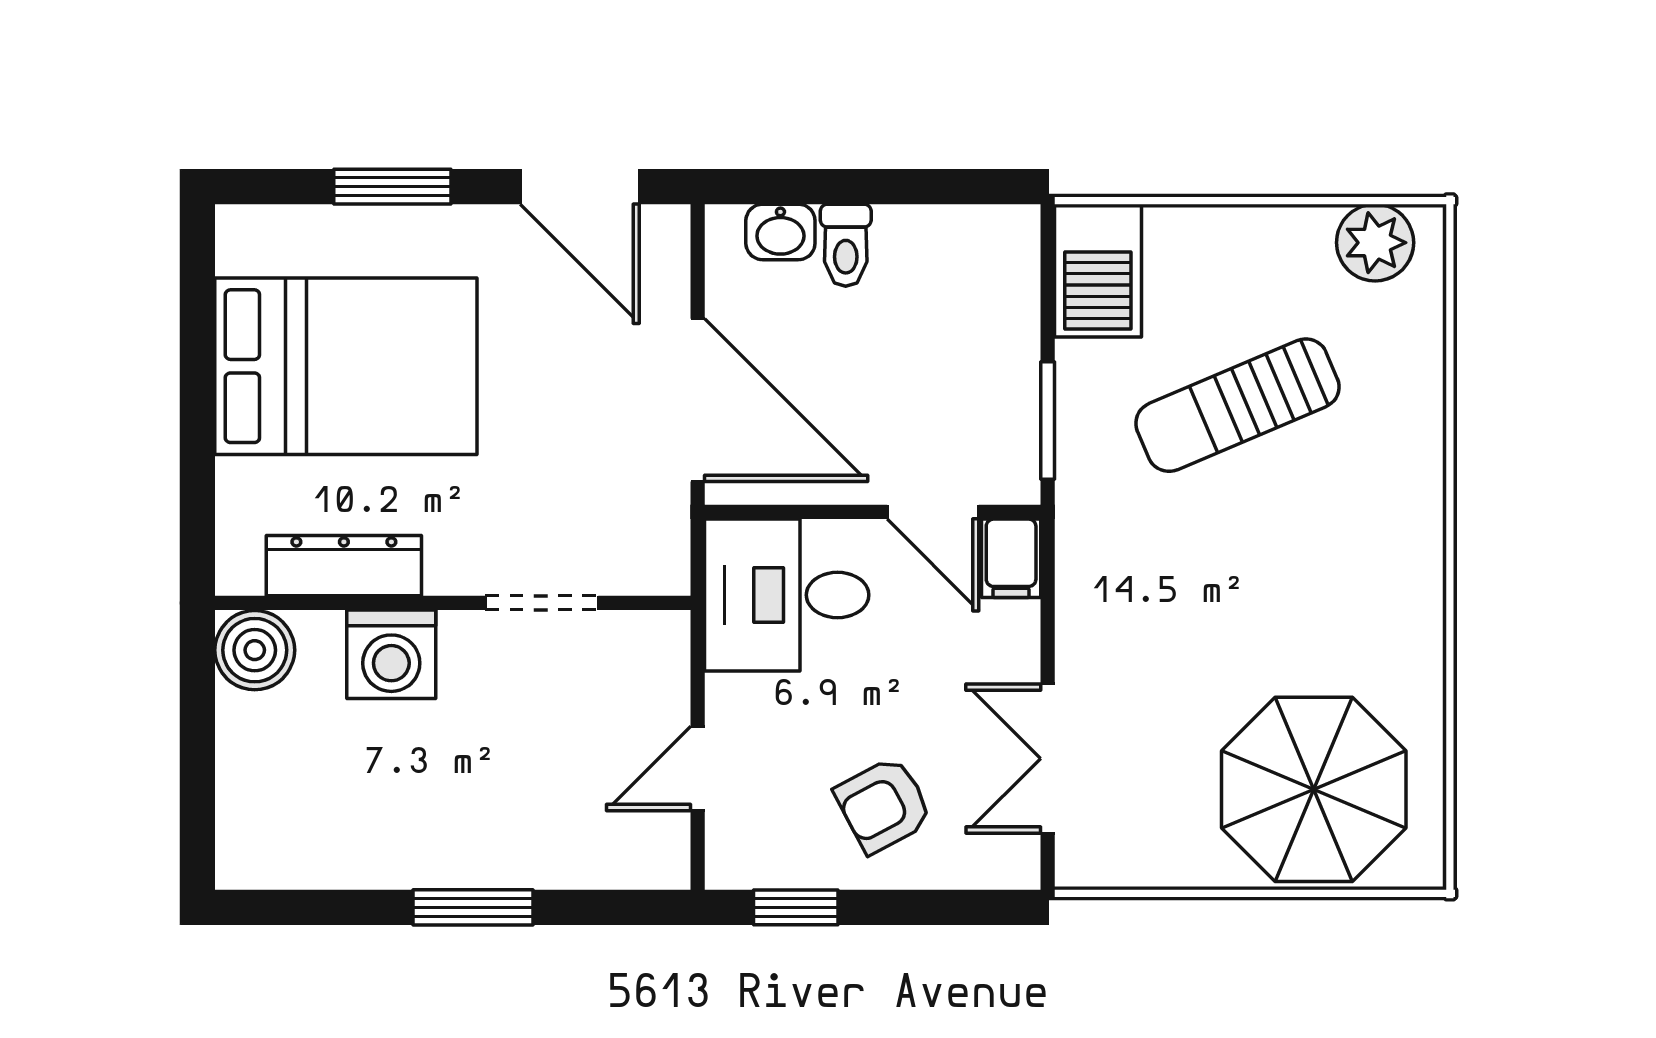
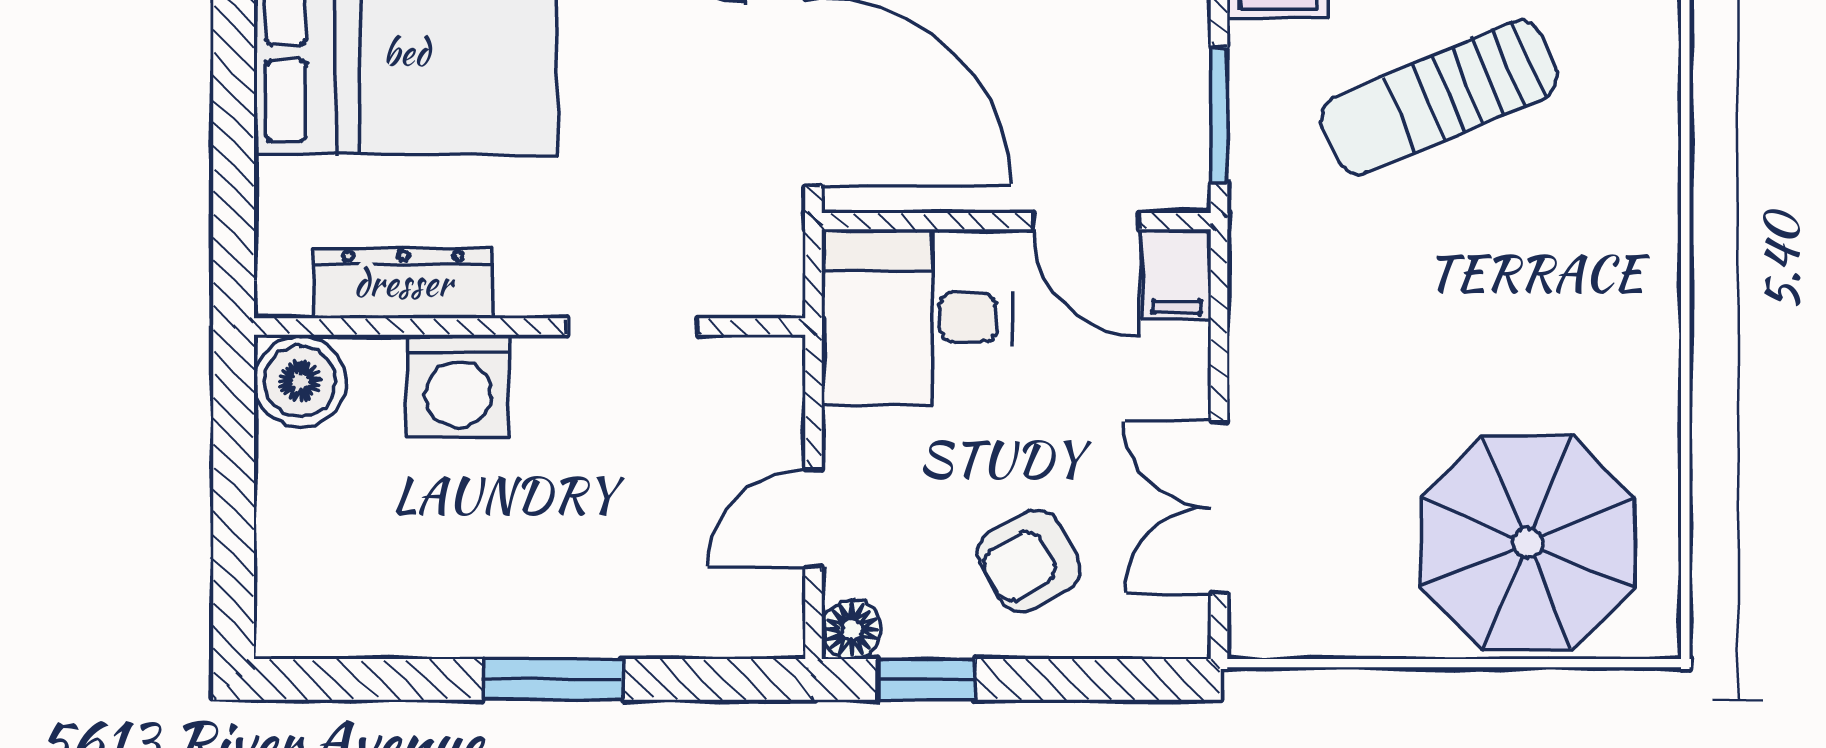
floor lamp: (730, 864) -> (851, 629), added

